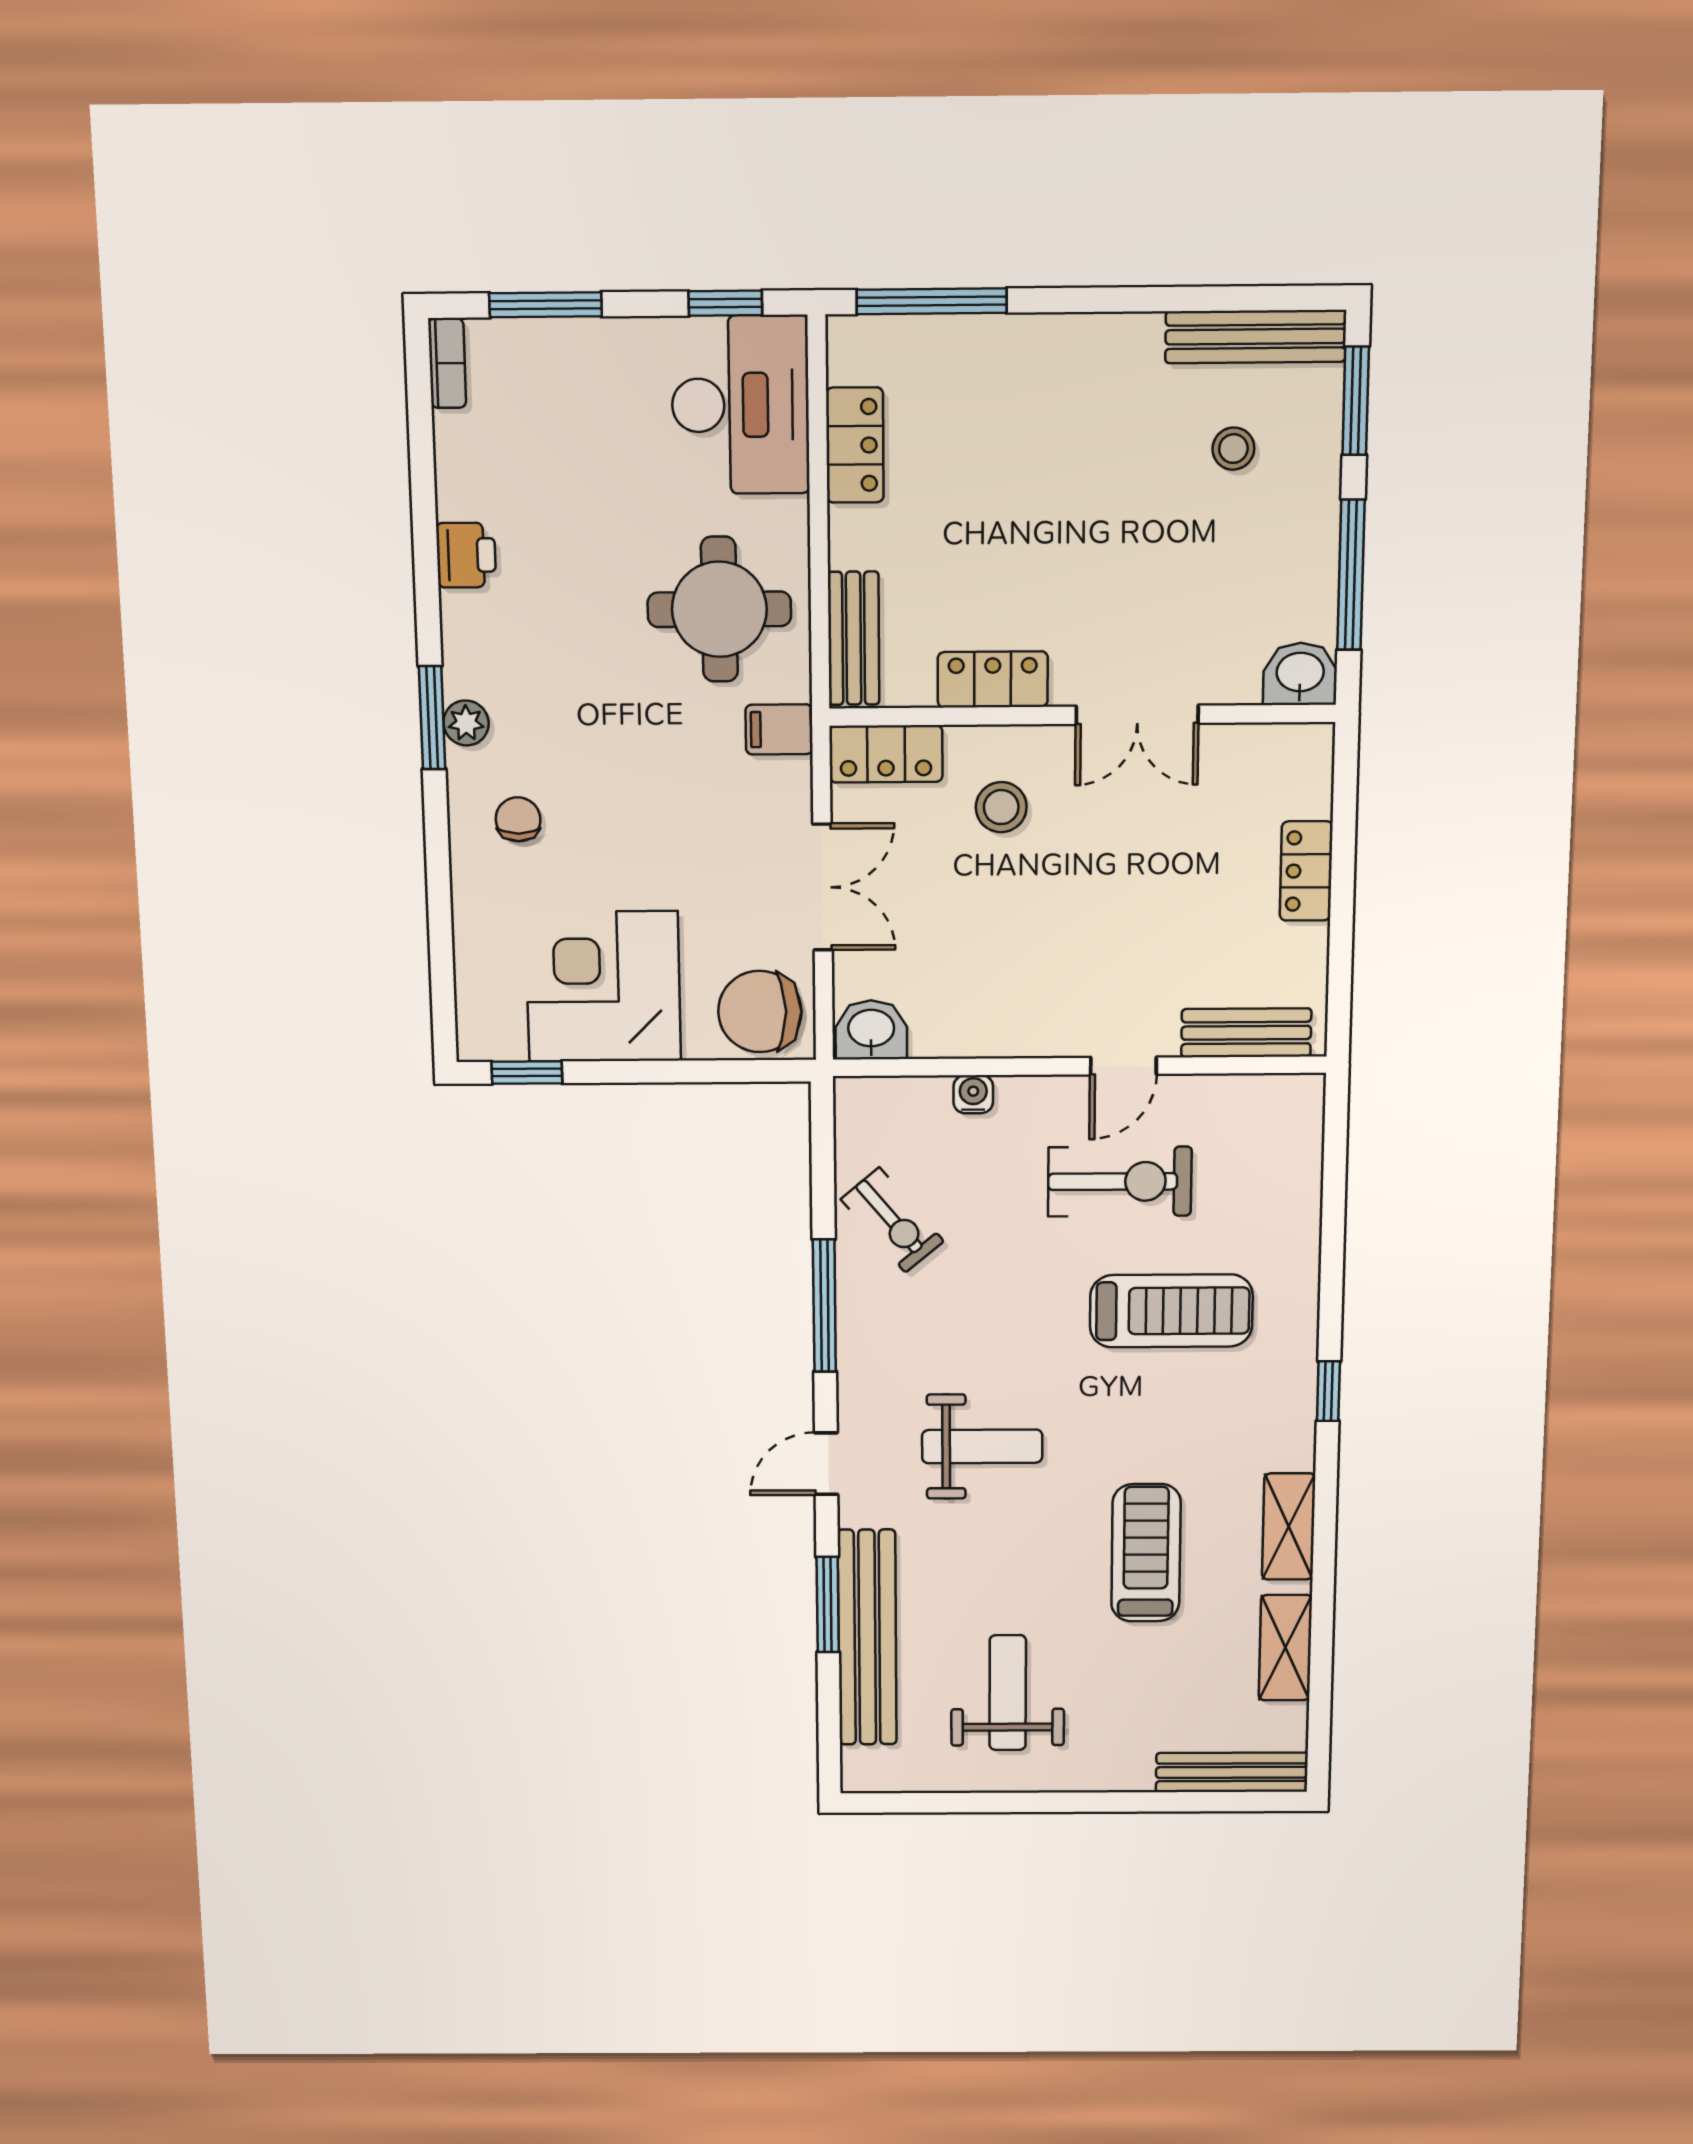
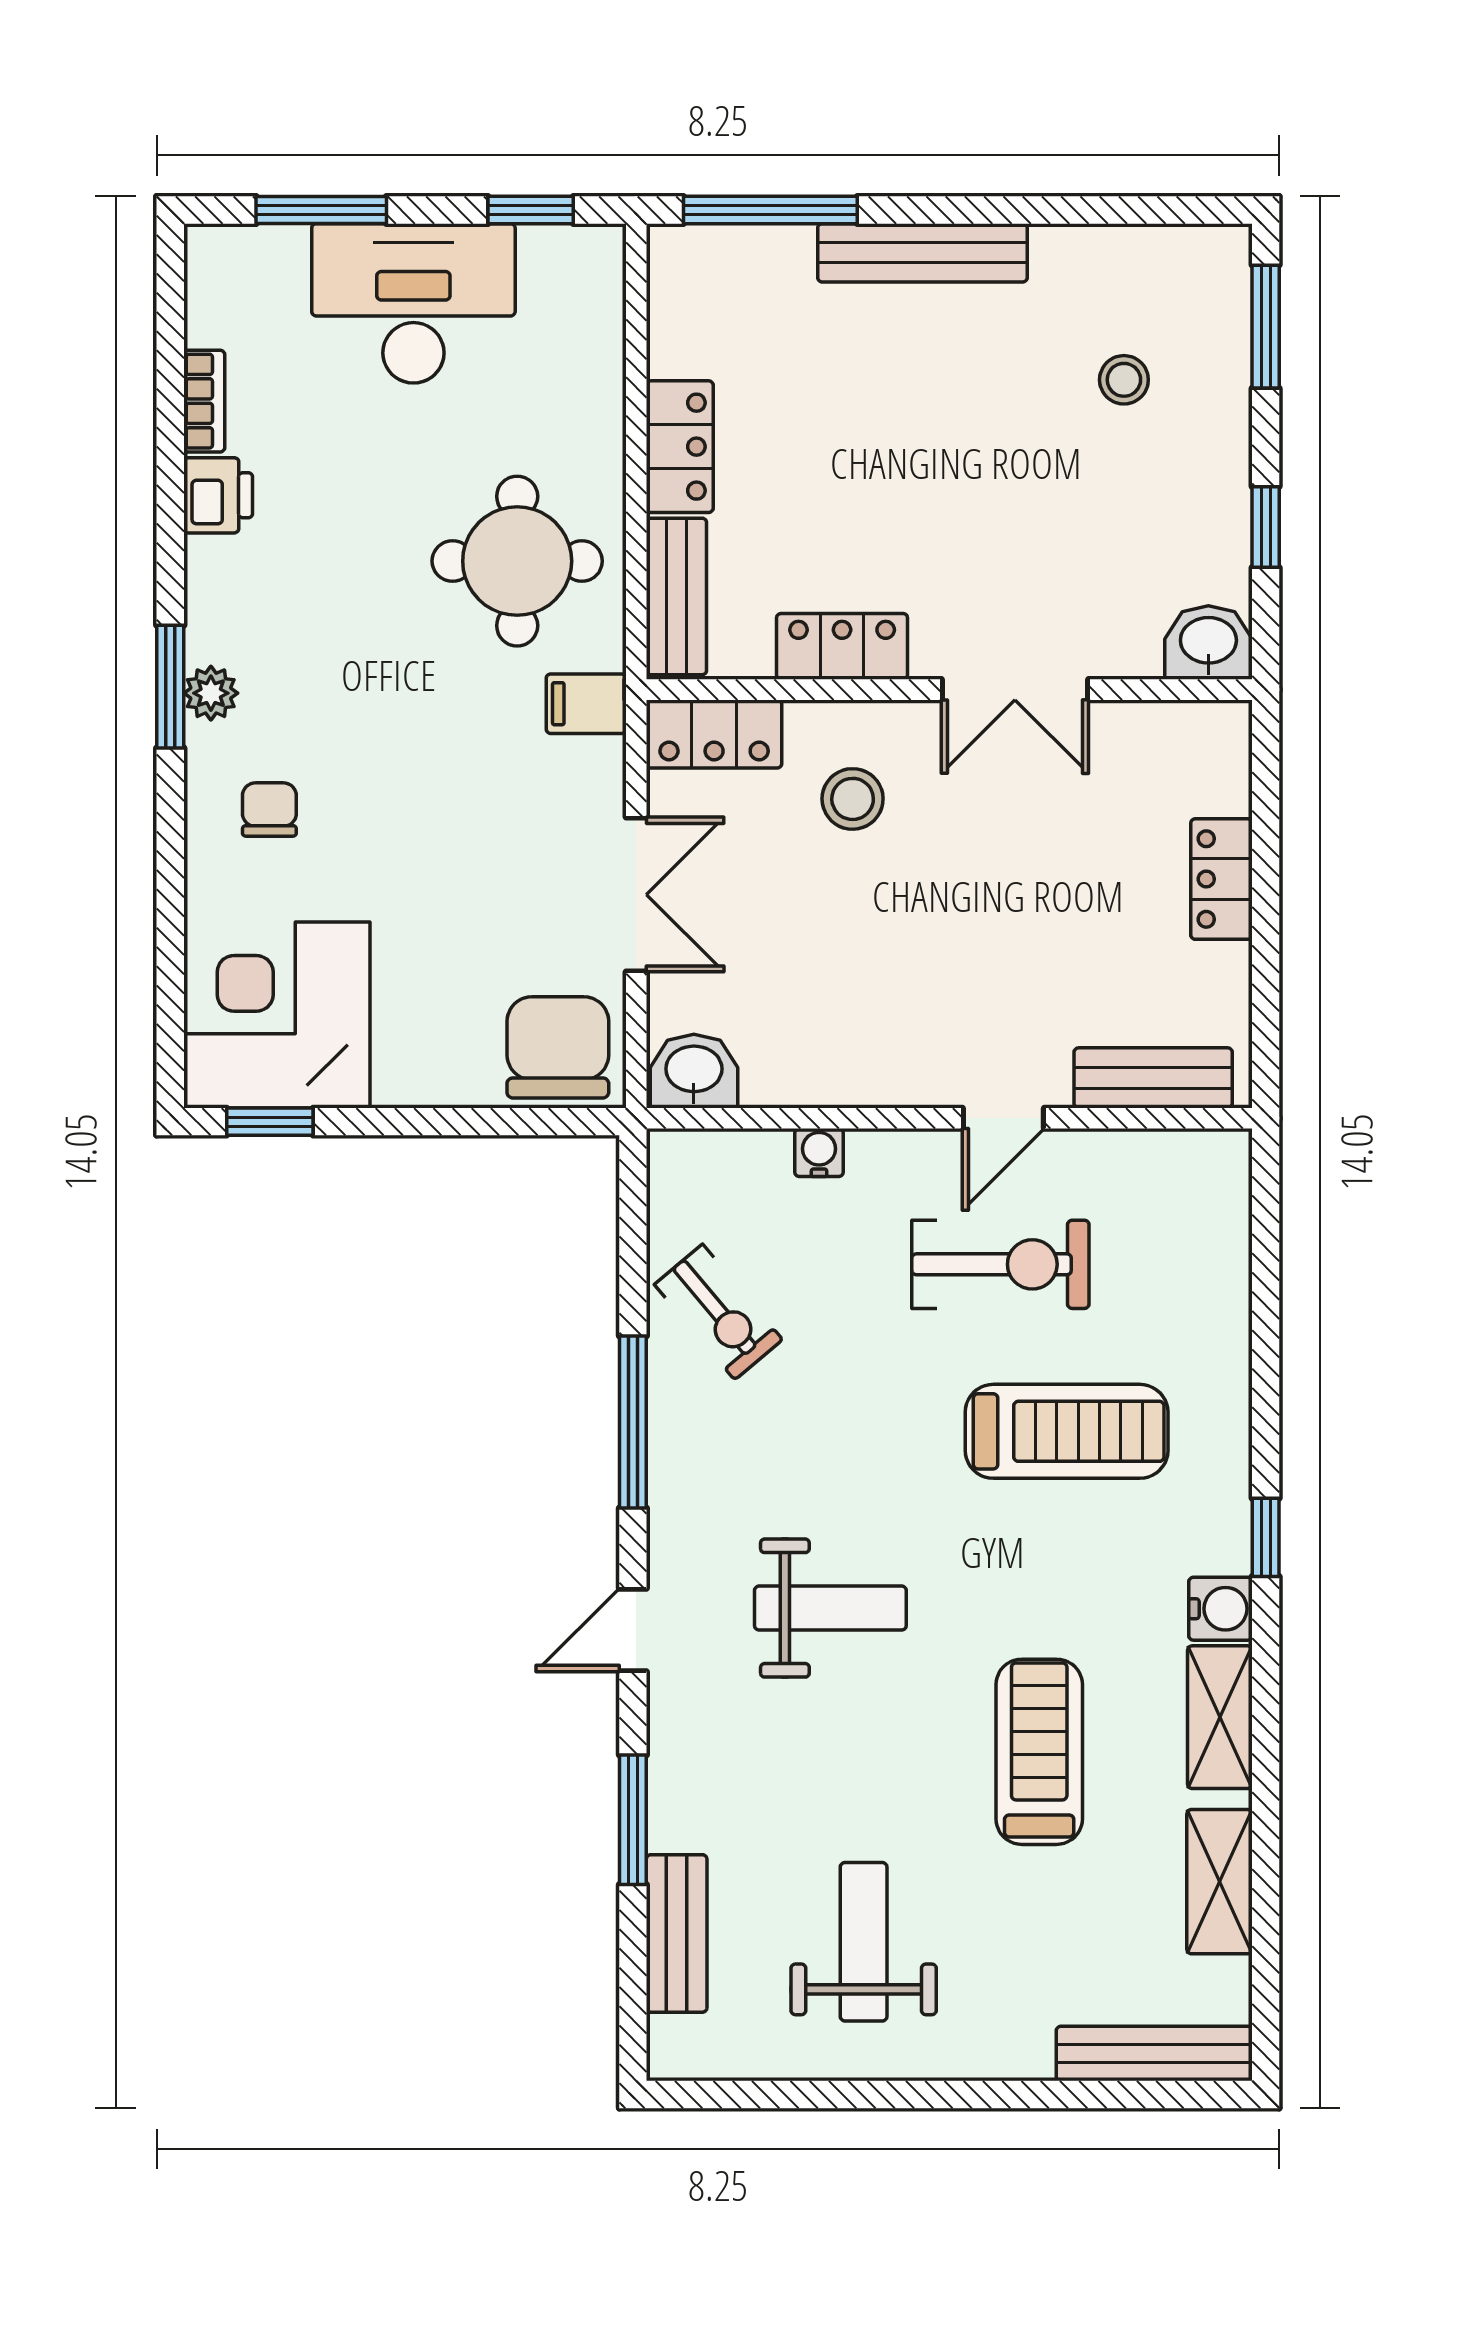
bench: (1256, 337) -> (922, 253), moved
bookcase: (447, 363) -> (204, 401), moved
desk: (740, 405) -> (413, 303), moved, turned -90
locker: (855, 445) -> (680, 447), moved
window: (1351, 575) -> (1266, 527), width x0.46
corner desk: (603, 987) -> (277, 1015), moved
chair: (760, 1012) -> (558, 1047), turned 90
water cooler: (1291, 1445) -> (1220, 1609), added
bench: (867, 1638) -> (677, 1933), width x0.54, depth x0.82

